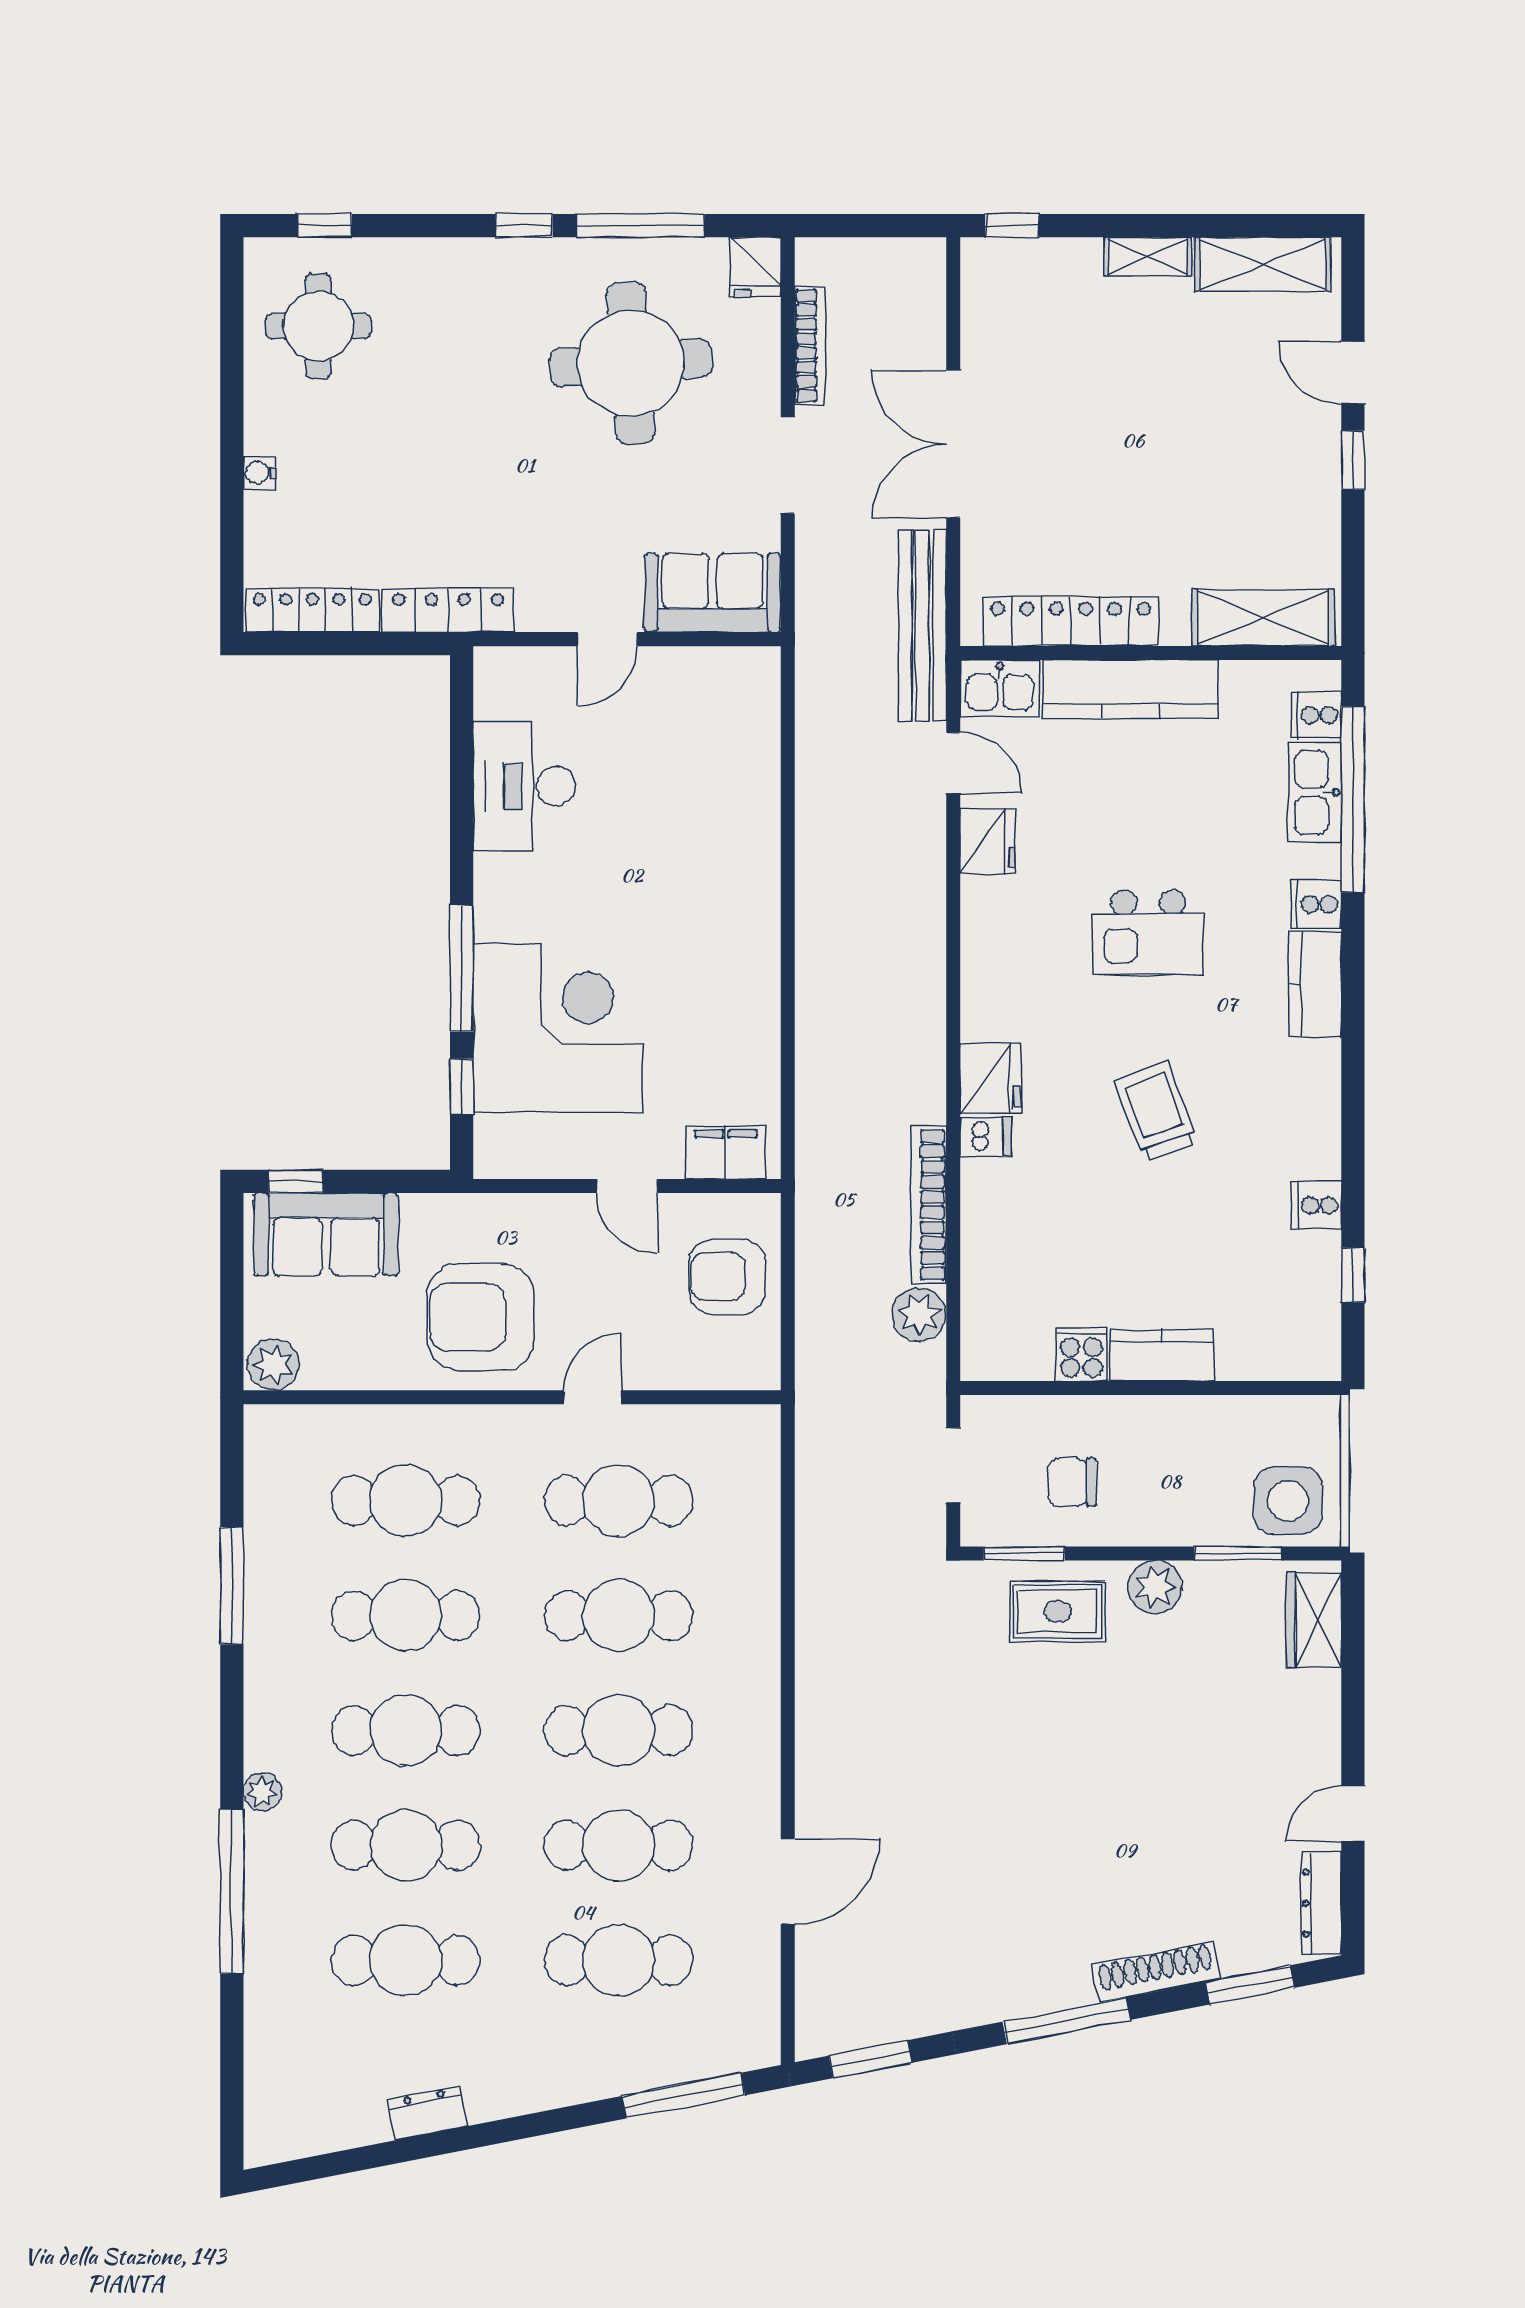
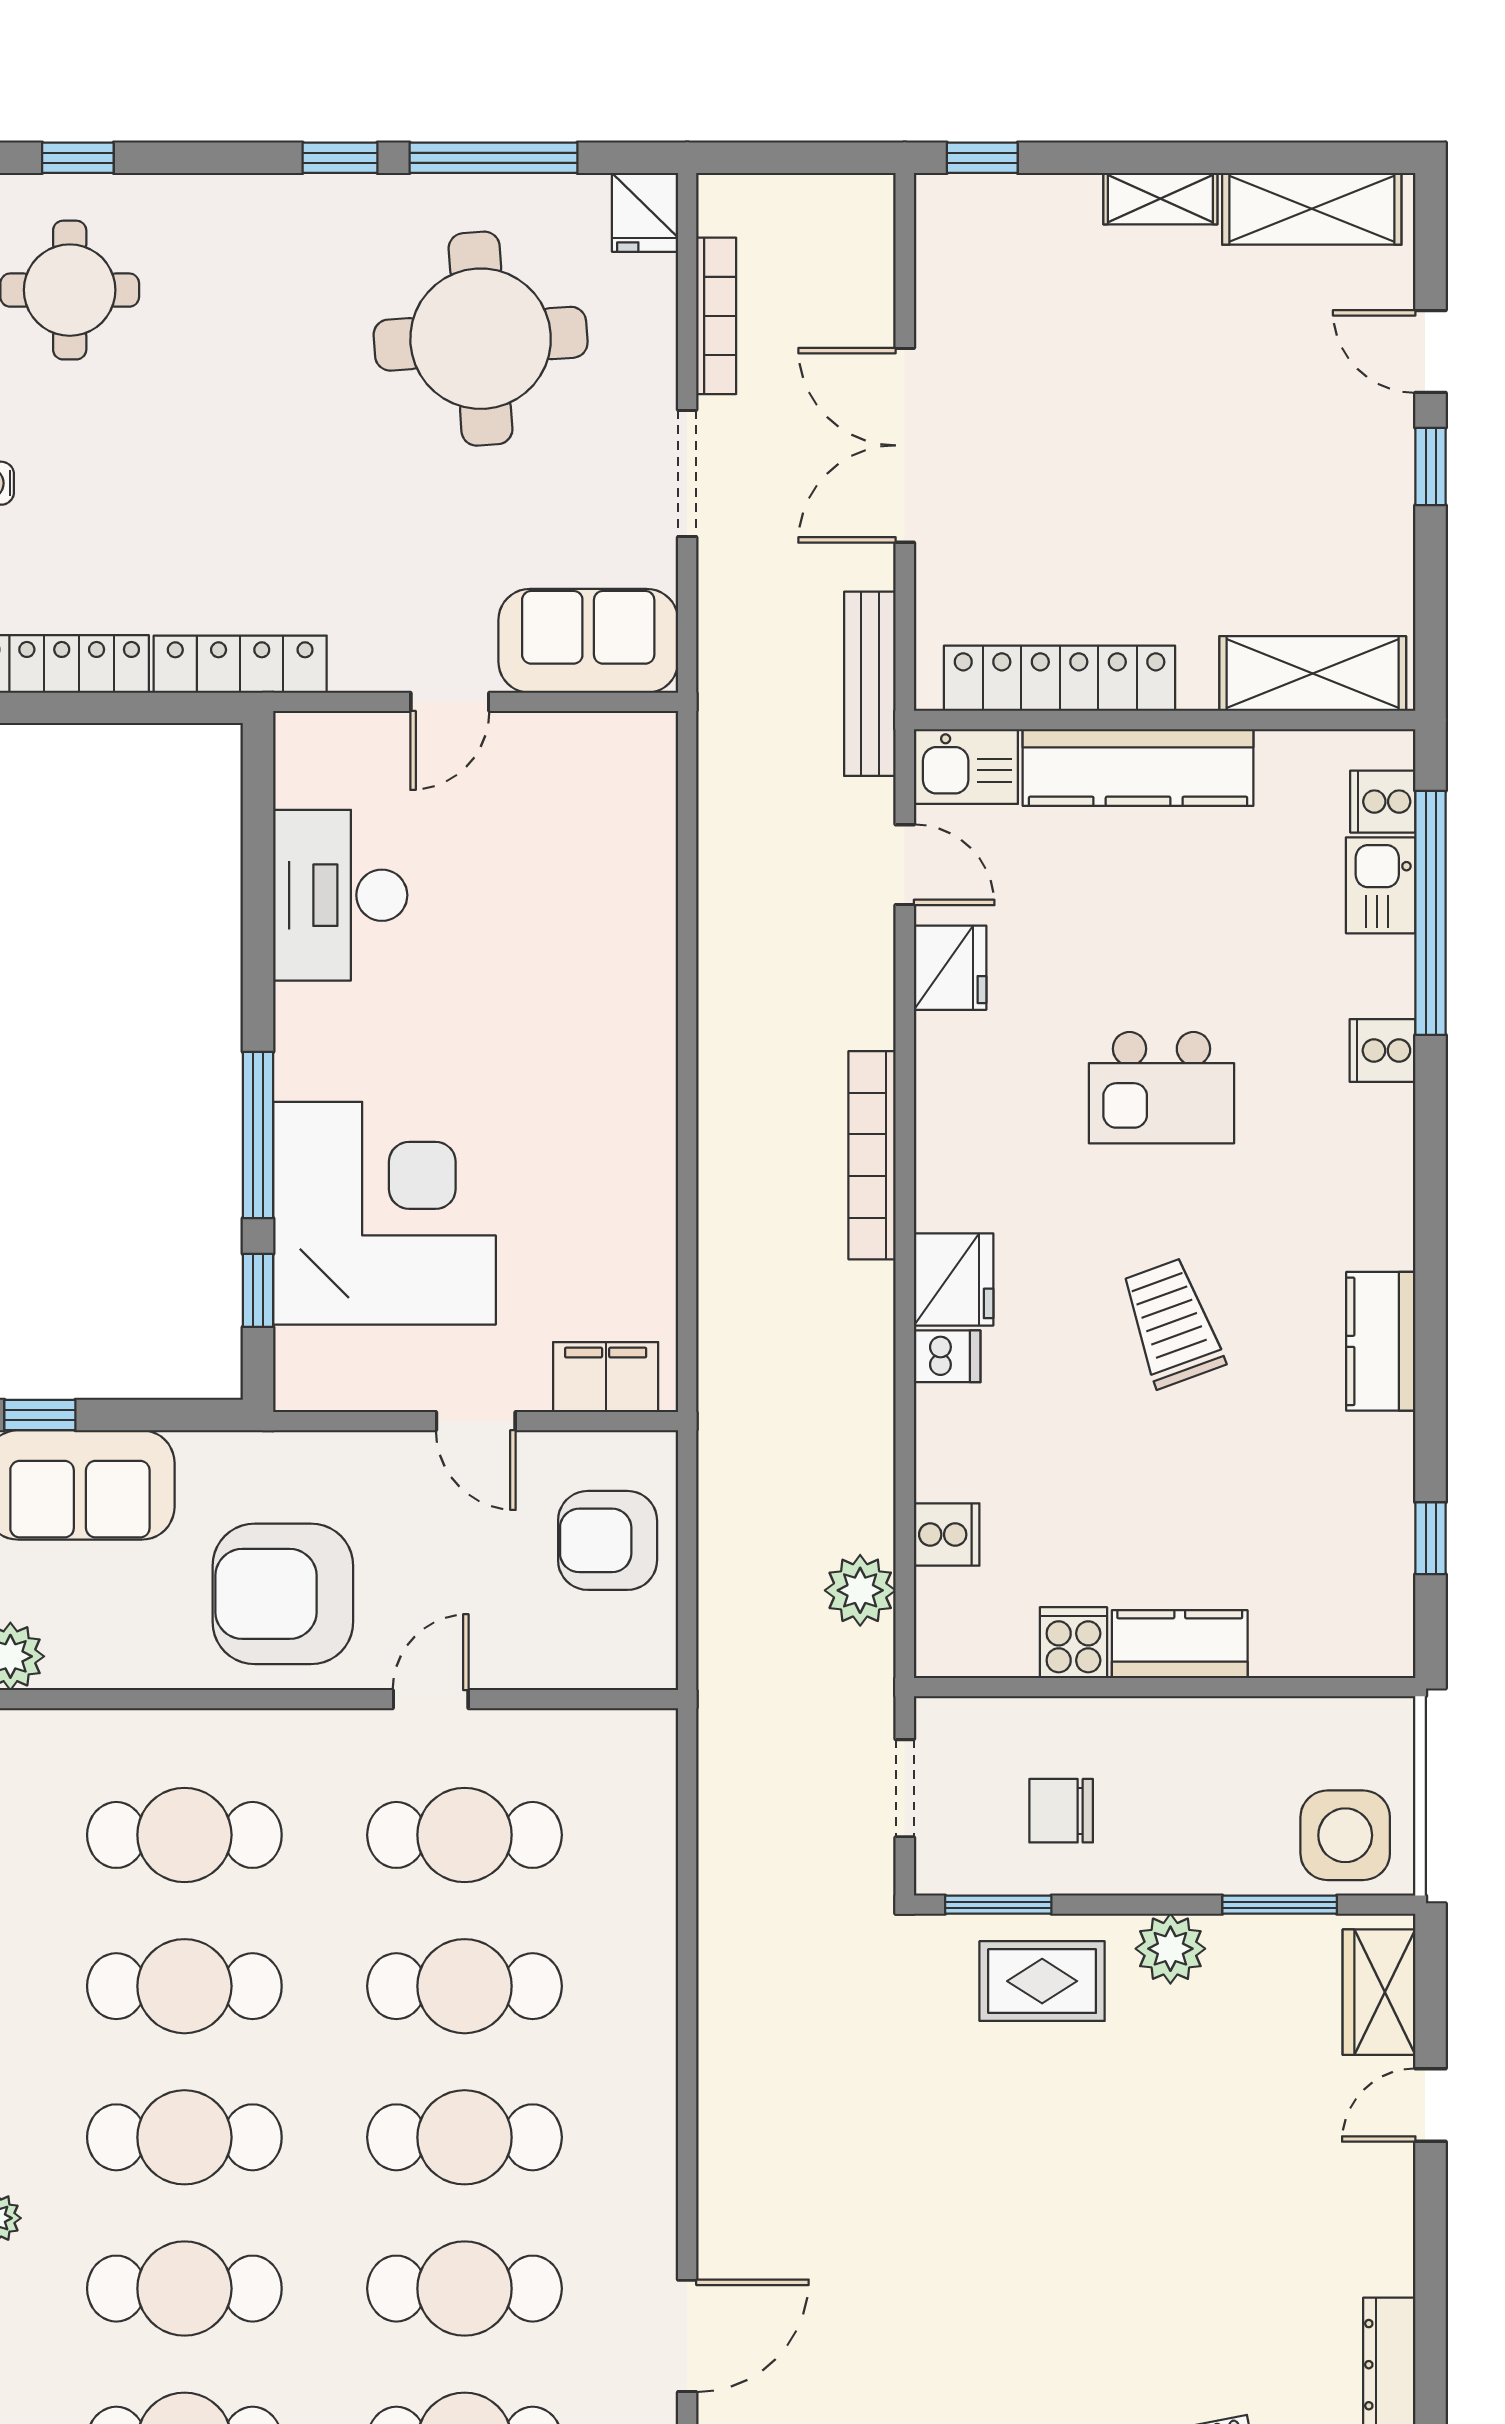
bench: (922, 625) -> (870, 684), width x0.73, depth x0.82
kitchen sink: (1315, 792) -> (1381, 885), width x0.73
kitchen counter: (1315, 984) -> (1381, 1341), moved
bookcase: (928, 1205) -> (872, 1155), moved
cooker: (1316, 1205) -> (947, 1535), moved, turned 180
door: (1353, 1814) -> (1431, 2105), moved

